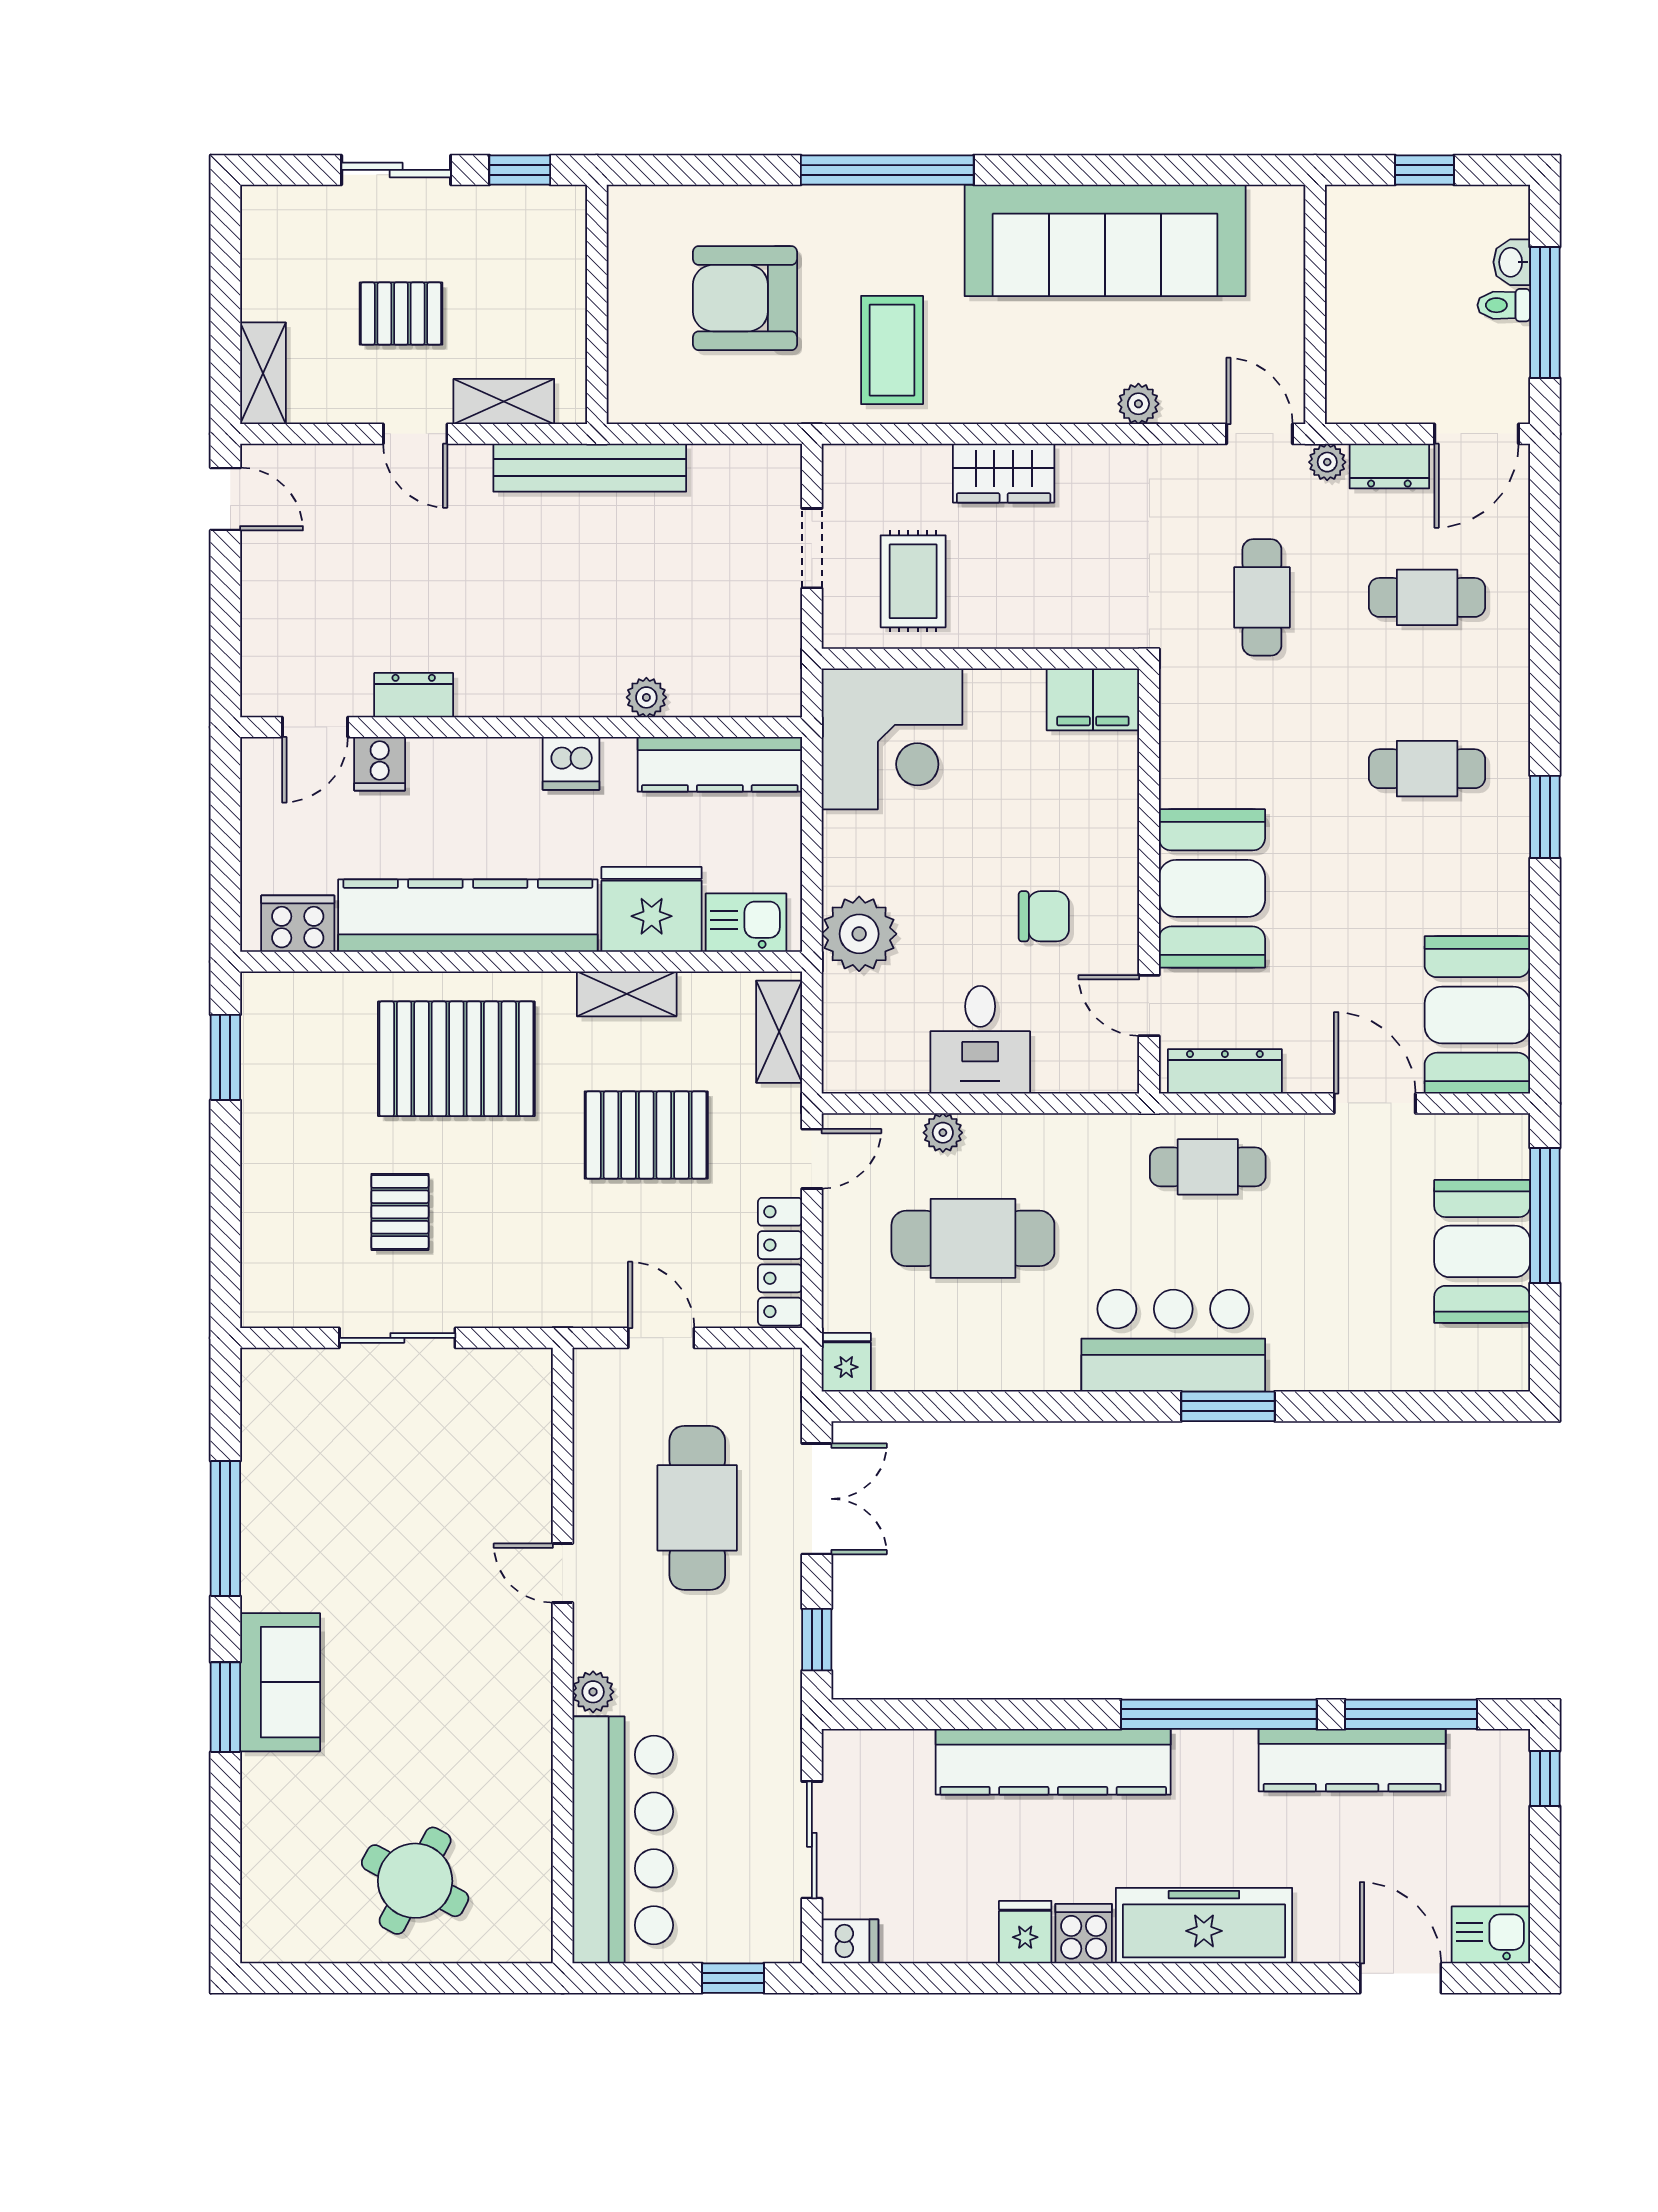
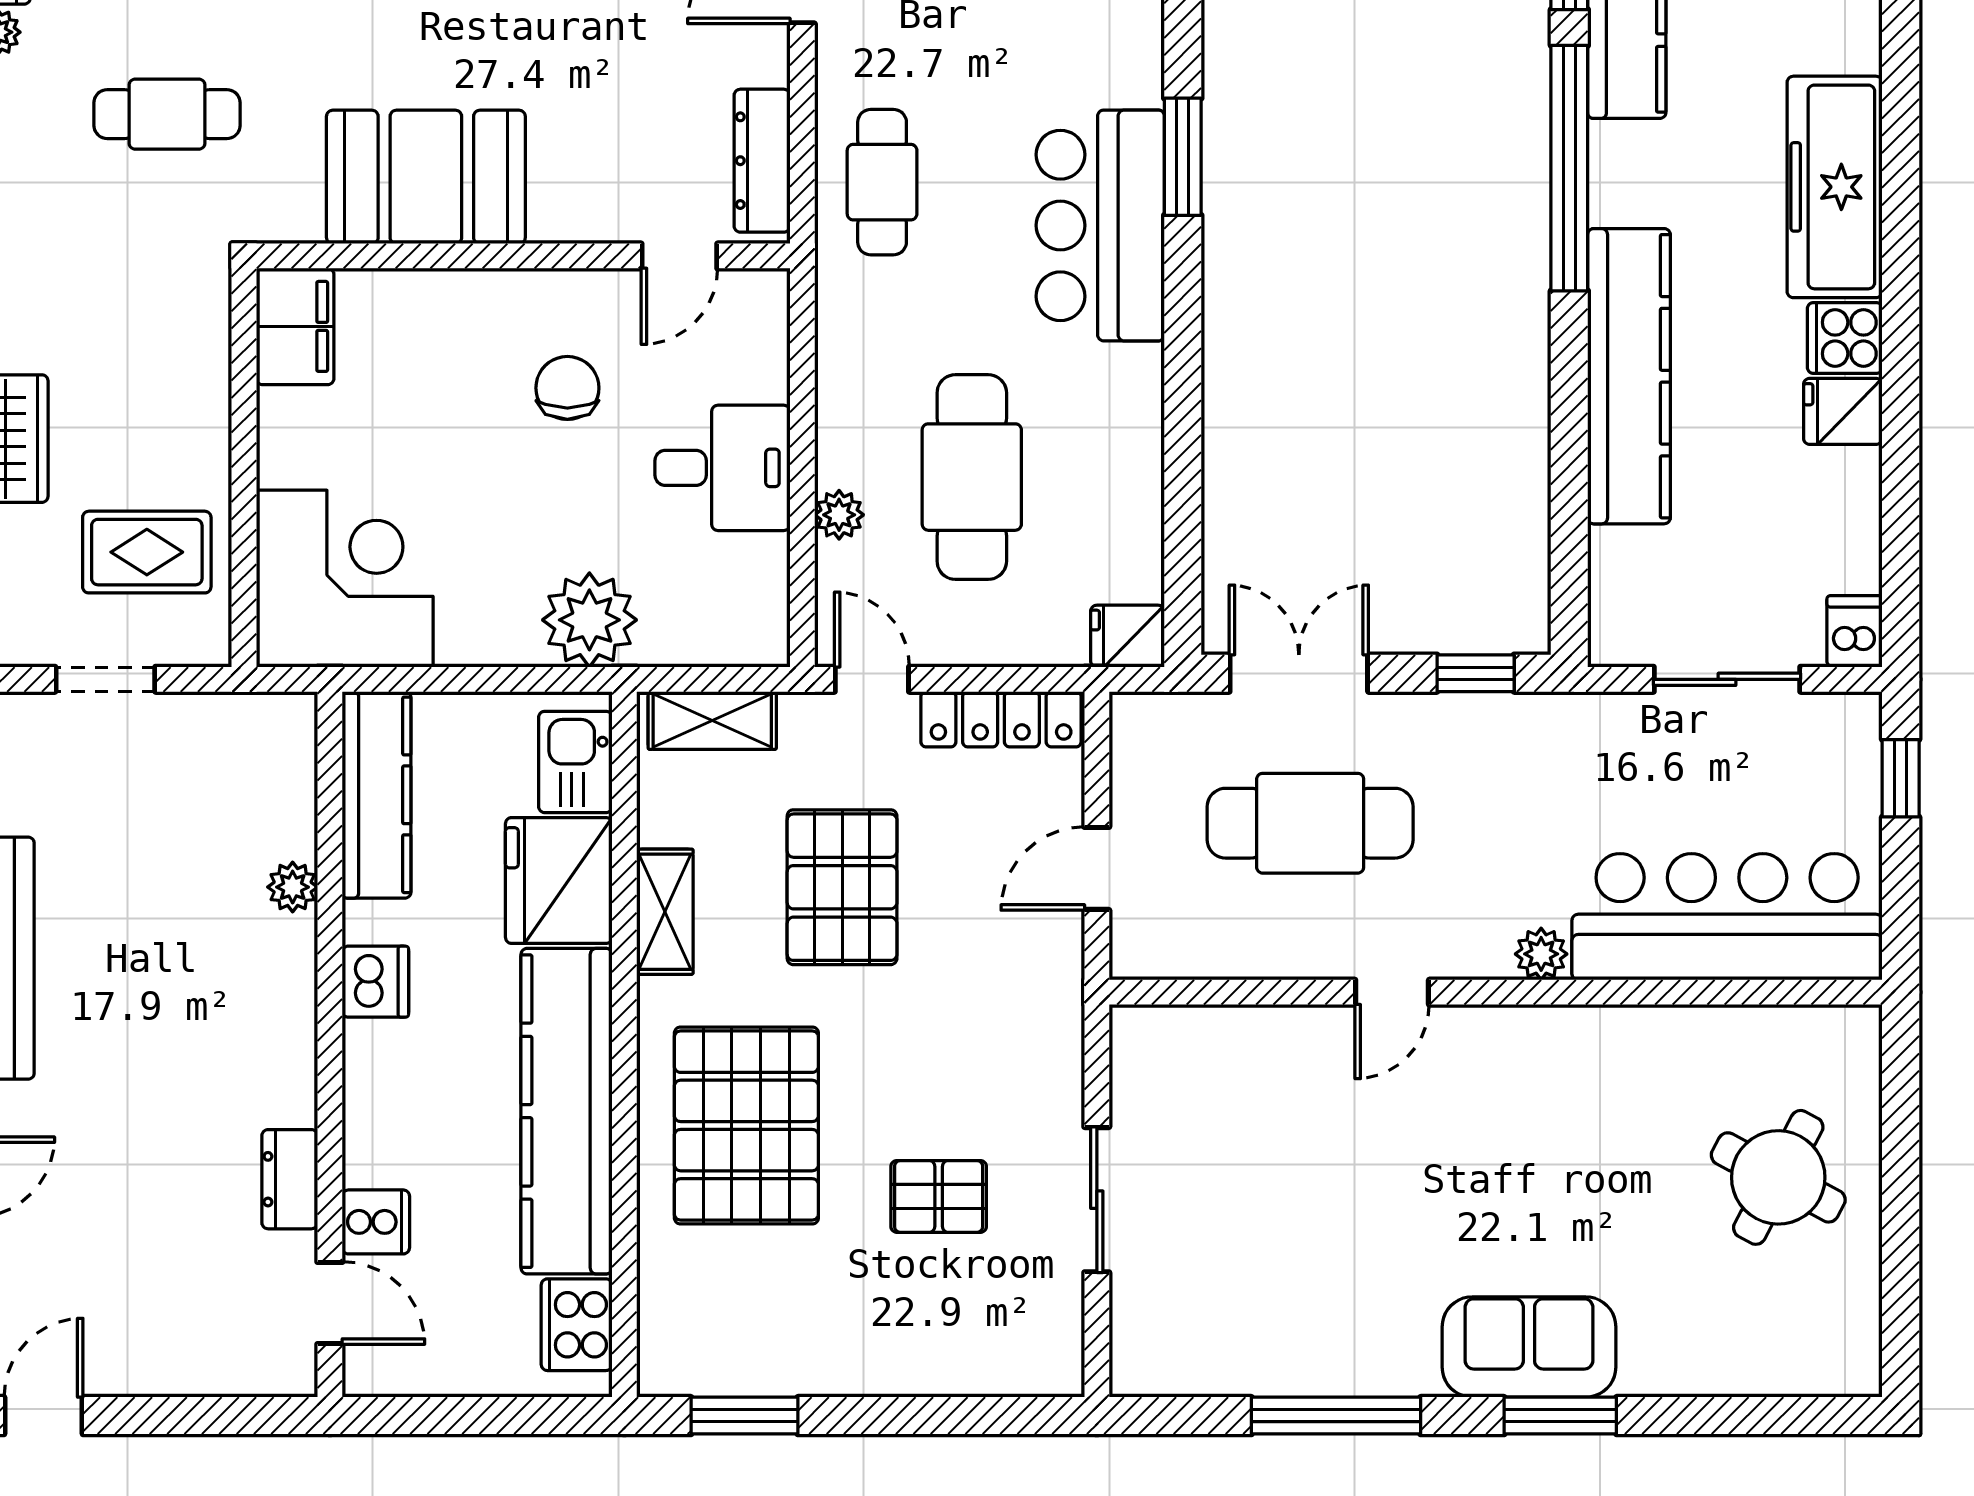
booth: (1212, 888) -> (426, 177), moved

